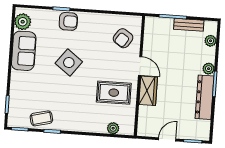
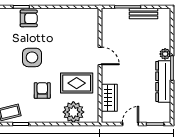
armchair: (123, 38) -> (42, 90), moved, turned 146
plant: (211, 41) -> (165, 27), removed
side table: (69, 63) -> (32, 57), turned -37
wardrobe: (148, 91) -> (109, 98), moved
plant: (113, 128) -> (73, 112), width x1.88, depth x1.88

